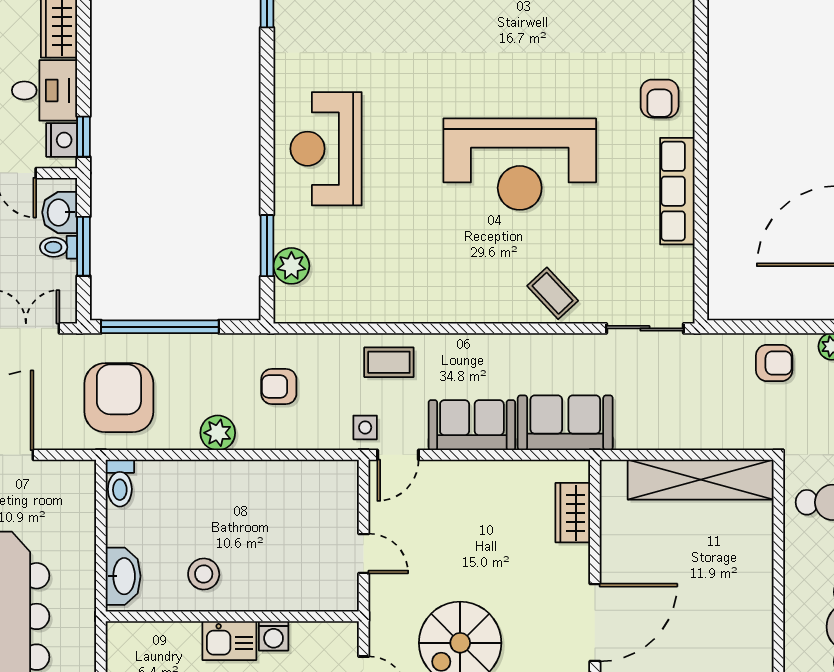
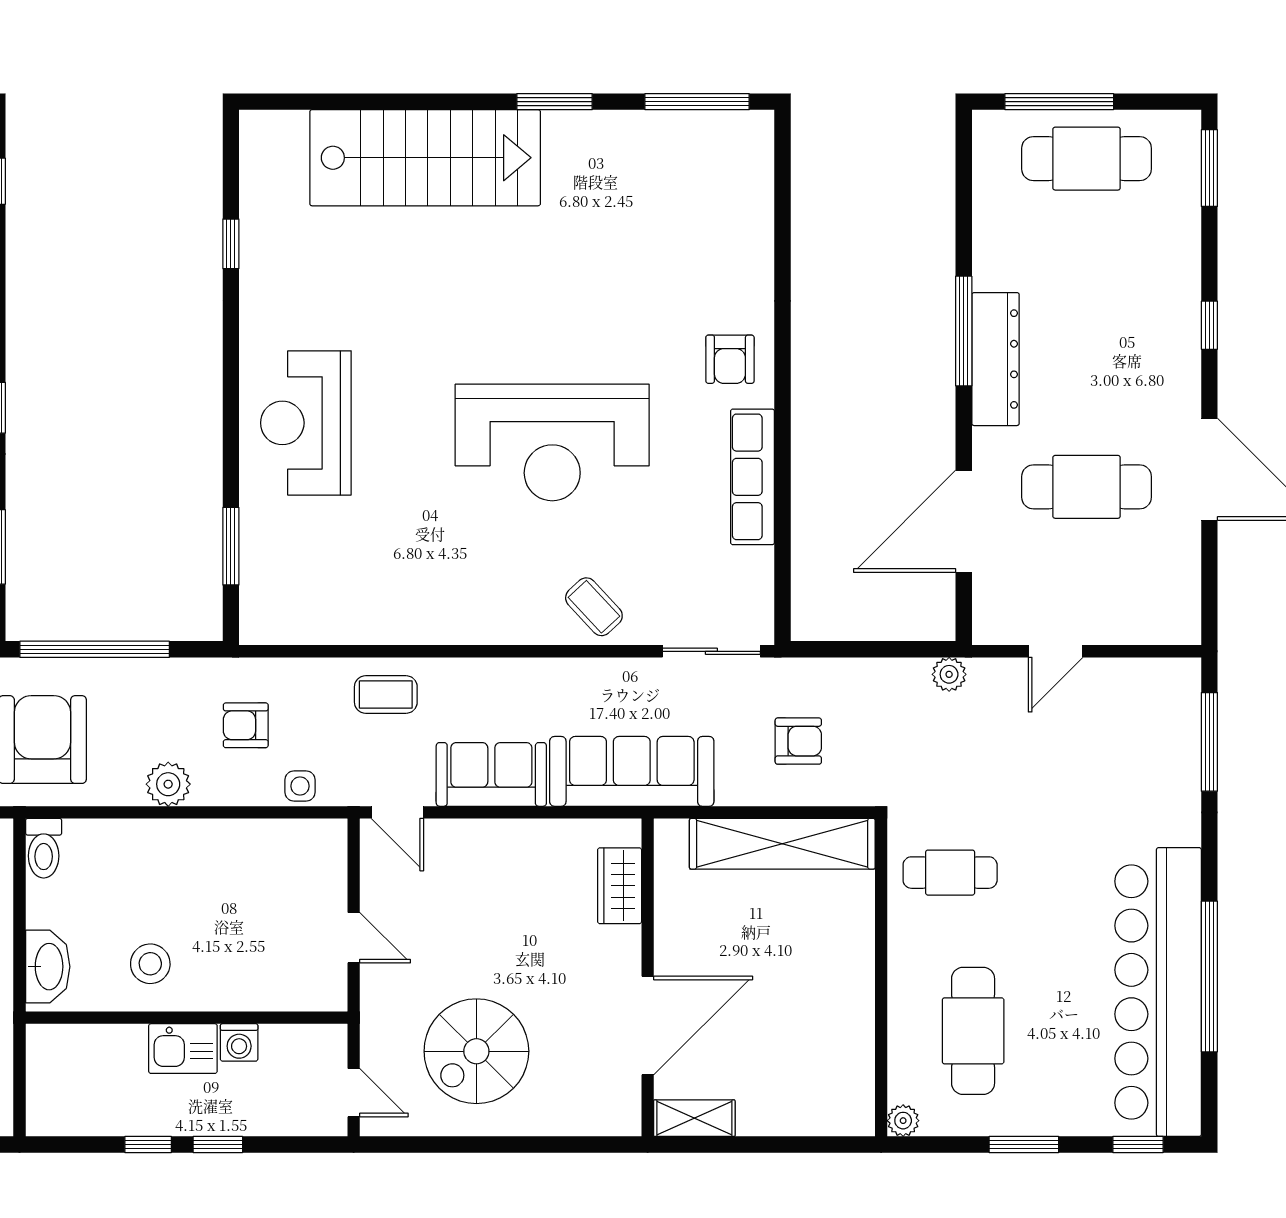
plant: (291, 266) -> (262, 572), removed
armchair: (774, 363) -> (798, 741), moved
sofa: (565, 423) -> (632, 771), width x1.36
side table: (365, 427) -> (300, 786), moved
door: (398, 455) -> (397, 812), hinge flipped

